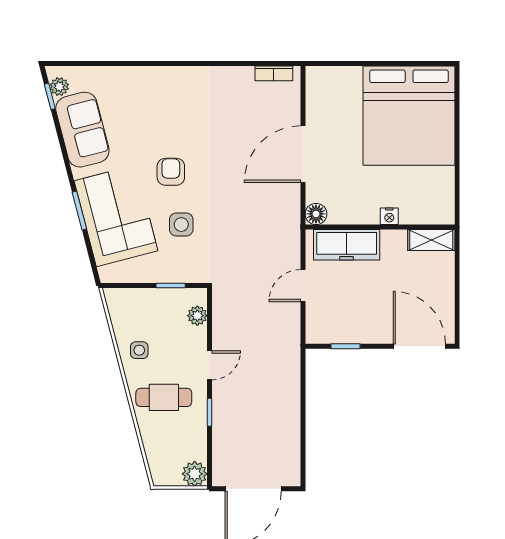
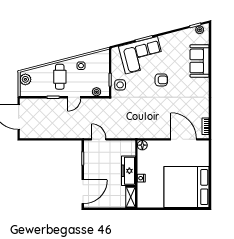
sofa: (82, 130) -> (200, 61), moved, turned 105
door: (303, 154) -> (184, 139), moved
side table: (181, 225) -> (120, 85), moved
freezer: (347, 245) -> (128, 171), moved
door: (303, 286) -> (99, 139), moved
door: (209, 365) -> (74, 97), hinge flipped
plant: (195, 474) -> (25, 79), moved

